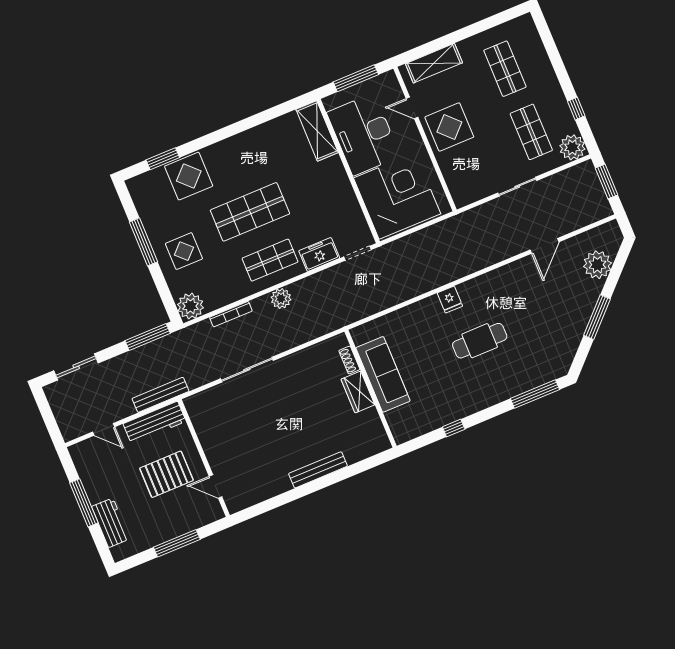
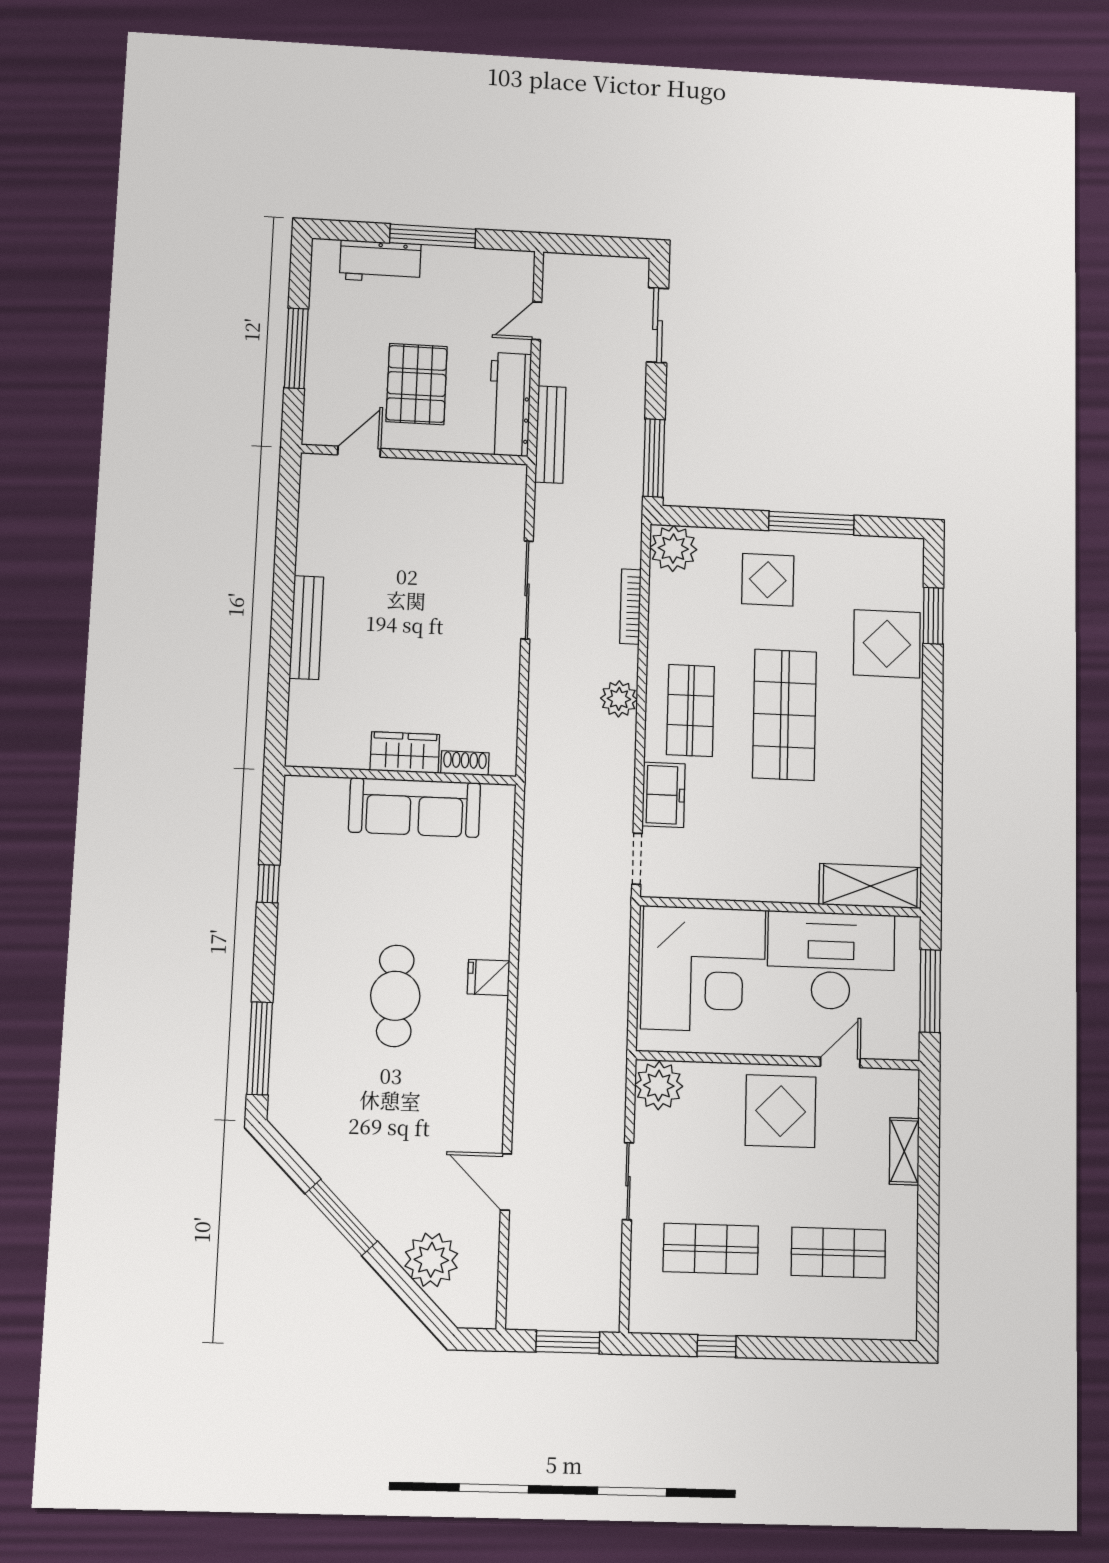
shelving: (434, 63) -> (904, 1151), width x0.67, depth x0.75
plant: (572, 147) -> (659, 1086), moved

